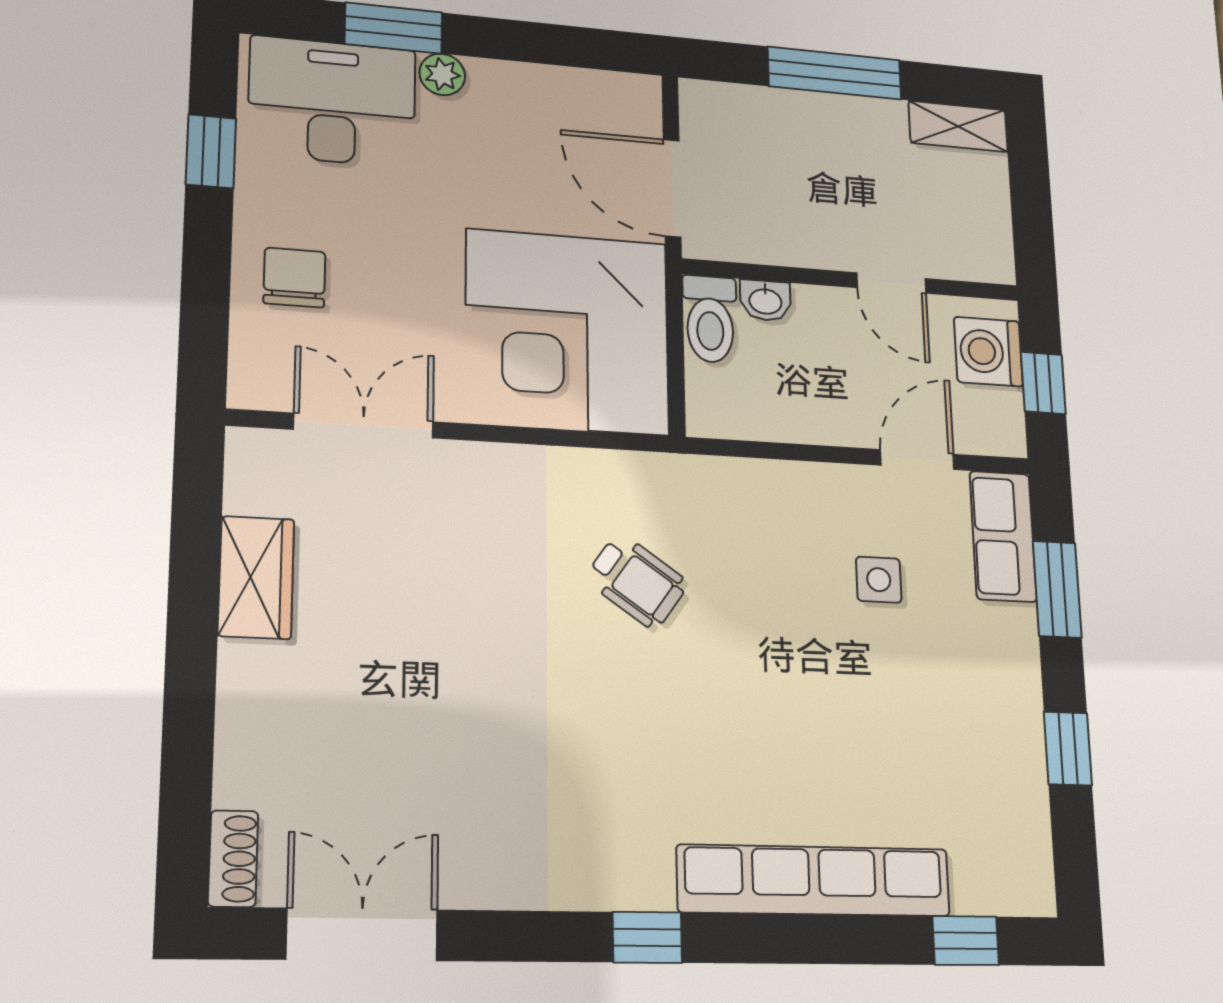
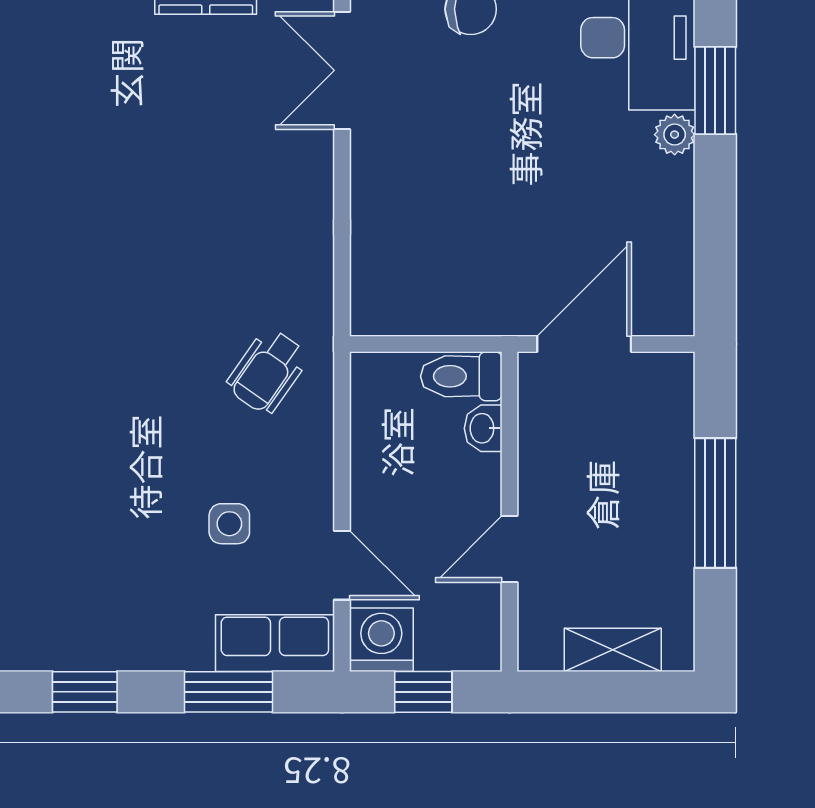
shelving: (958, 126) -> (613, 650), moved, turned 90
corner desk: (567, 332) -> (439, 247), removed
washing machine: (988, 352) -> (381, 640), moved
double door: (364, 426) -> (342, 70), swing flipped
wheelchair: (637, 581) -> (268, 371), moved

